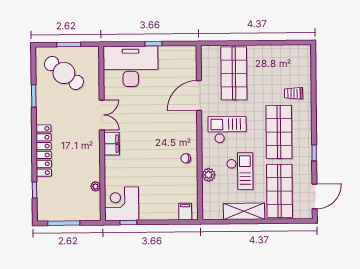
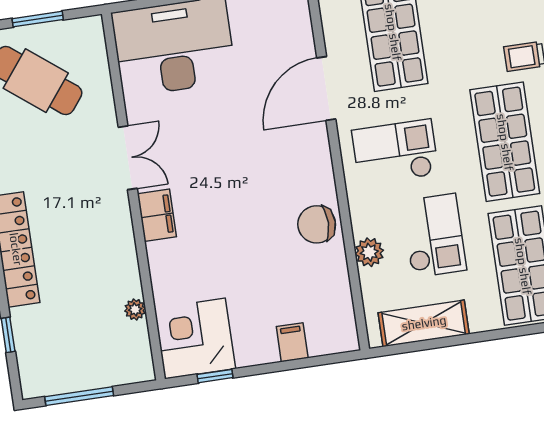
chair: (186, 158) -> (317, 224), width x1.87, depth x1.87
shelving: (244, 211) -> (424, 323), moved
filing cabinet: (185, 212) -> (292, 342), moved

